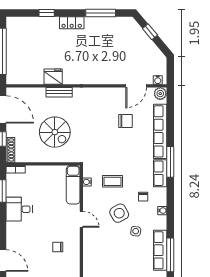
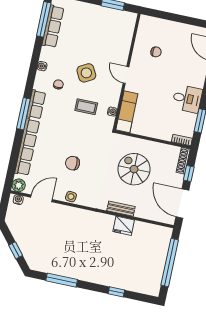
locker: (72, 23) -> (93, 277), removed
chair: (125, 121) -> (73, 163), moved
side table: (136, 231) -> (71, 197), moved

